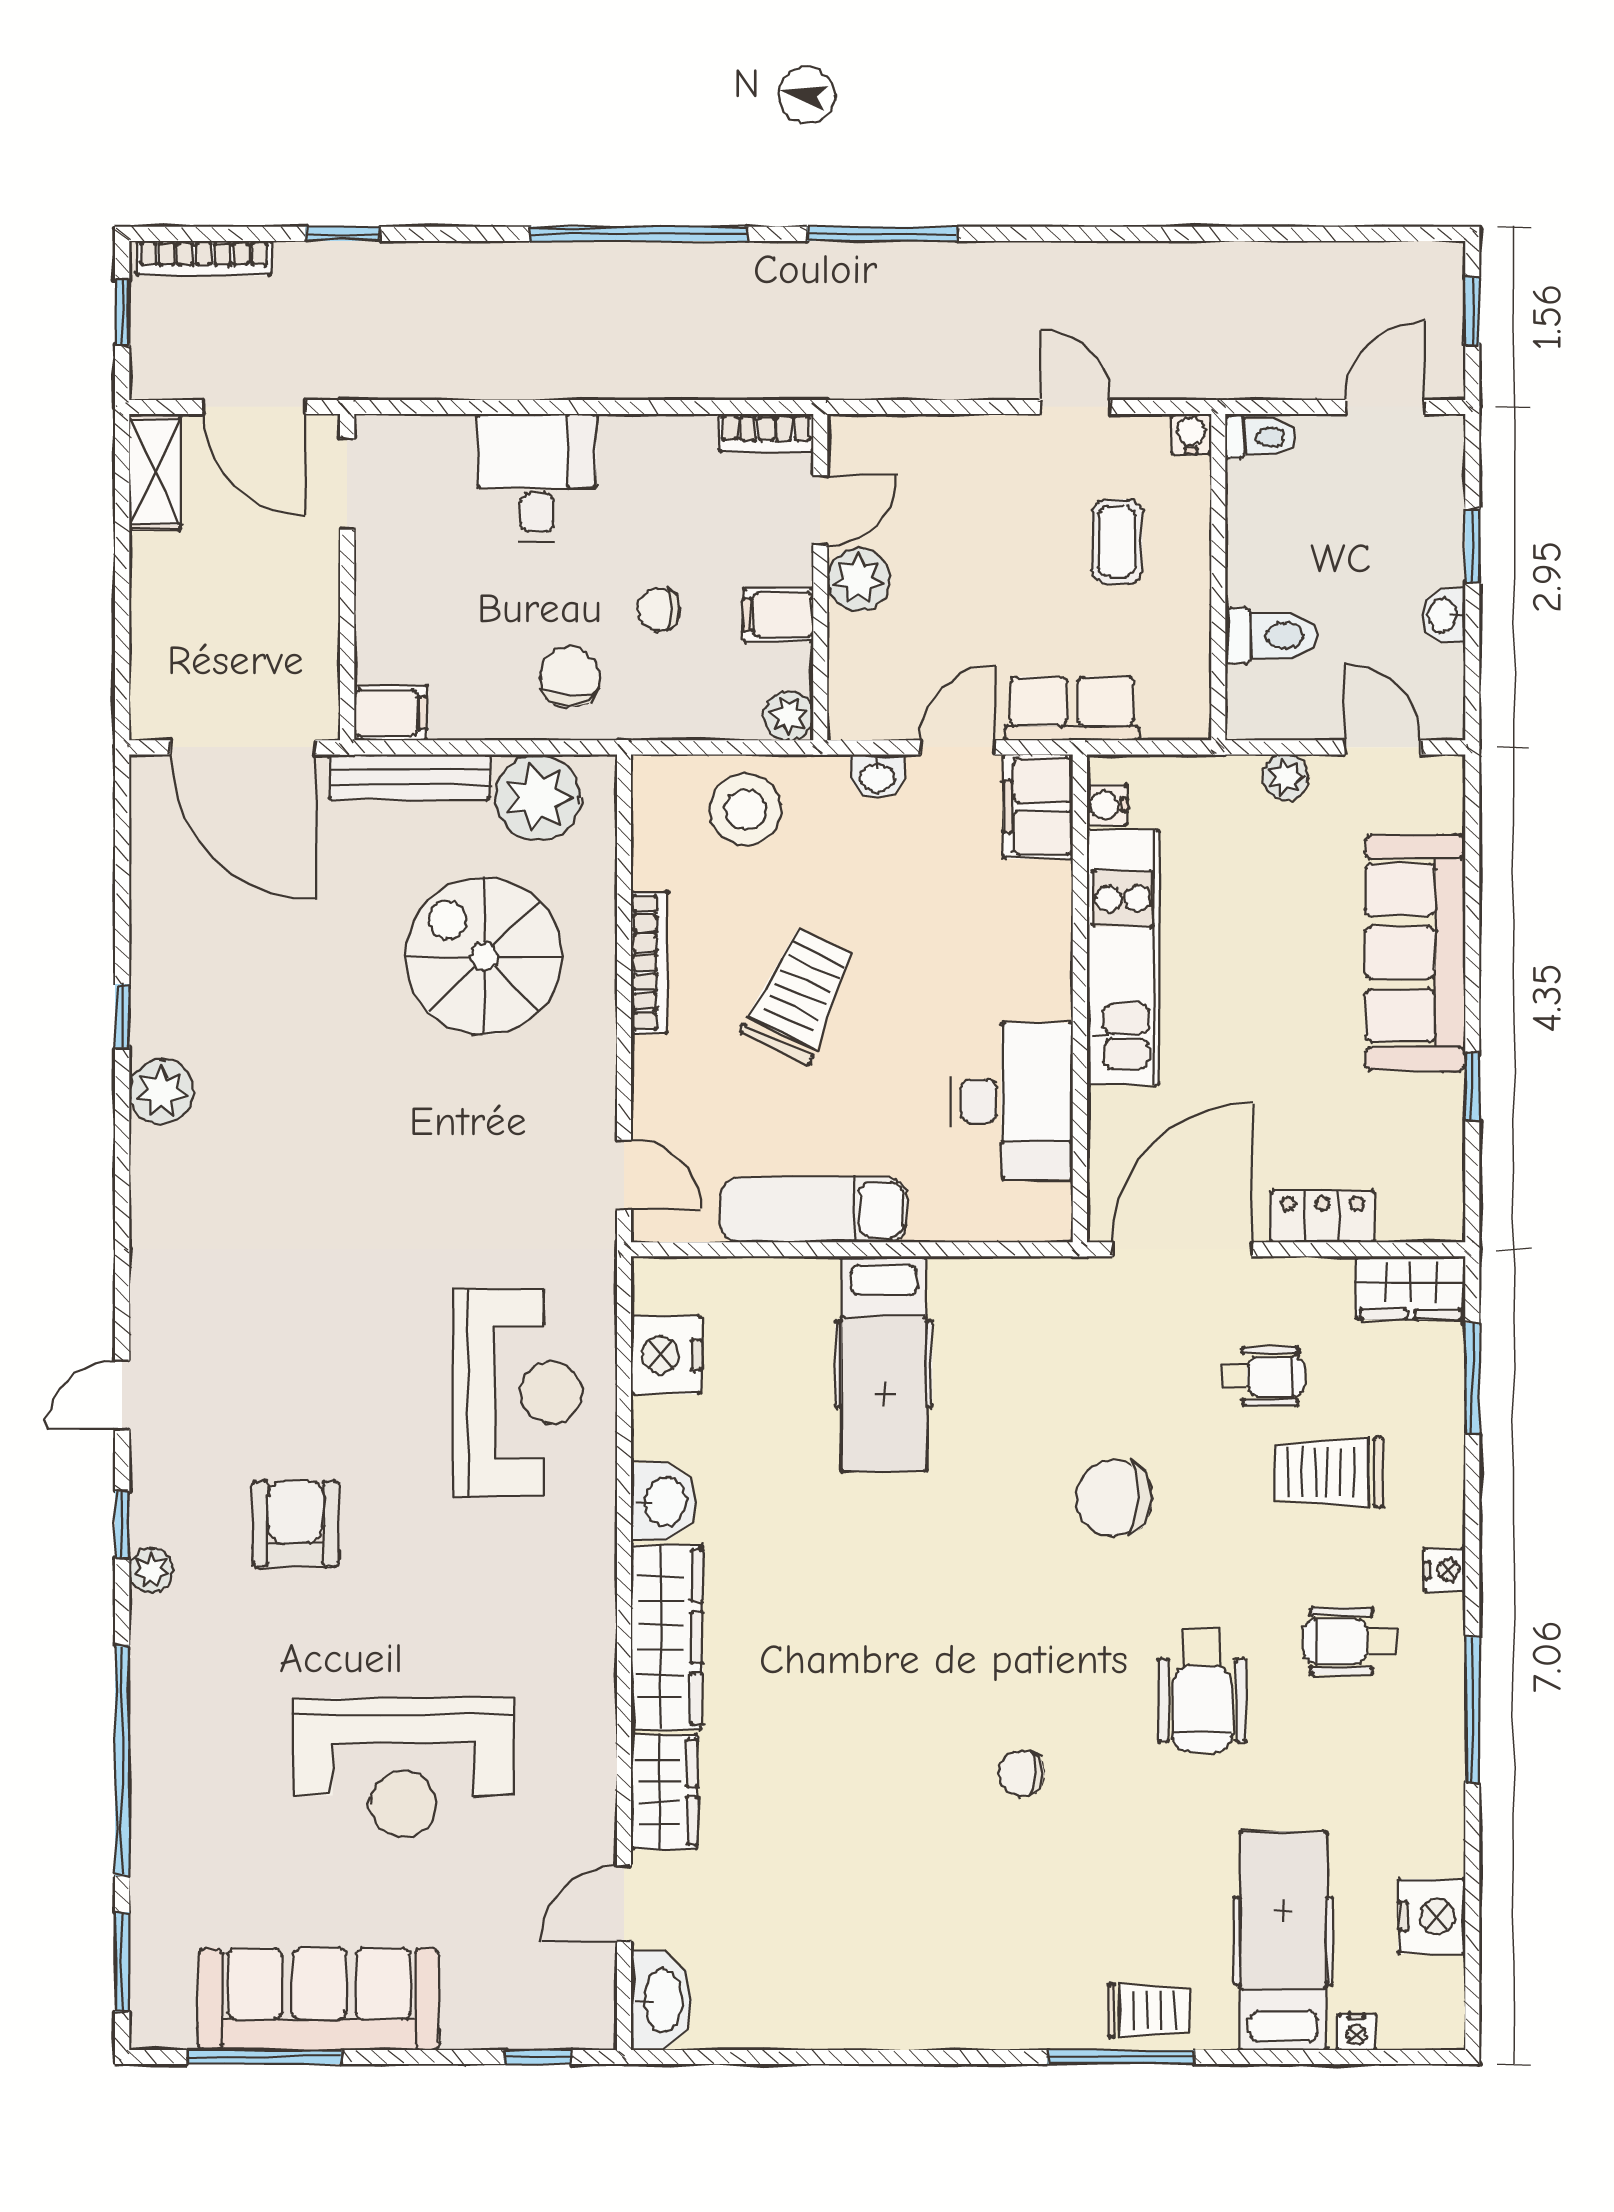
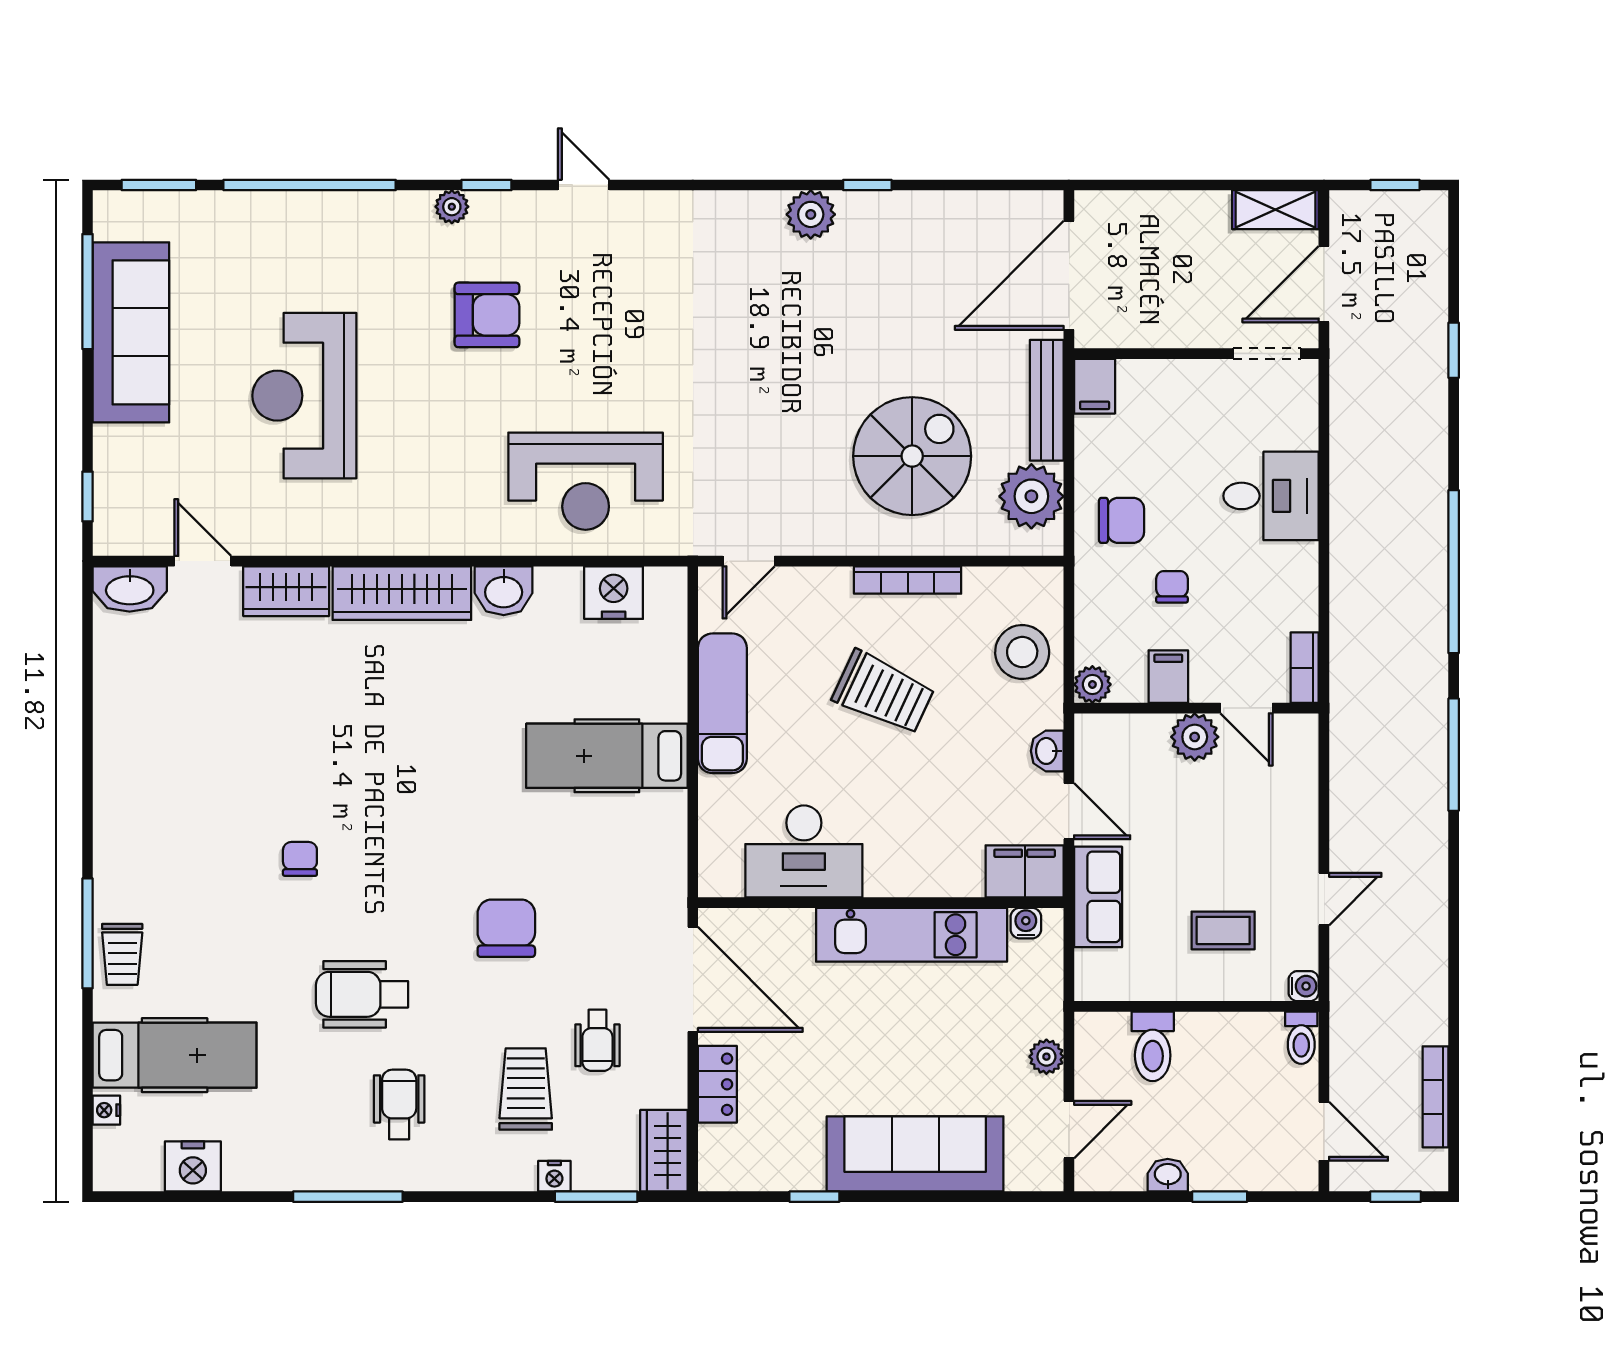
bookcase: (204, 258) -> (1436, 1097), moved
nightstand: (1445, 1570) -> (554, 1176), moved

